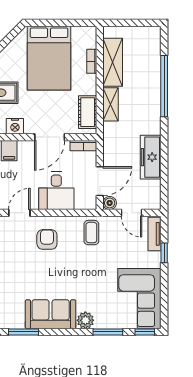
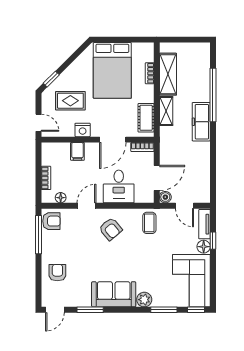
freezer: (151, 157) -> (201, 122), moved
armchair: (47, 239) -> (111, 229), turned 140
floor lamp: (153, 260) -> (204, 247), added

